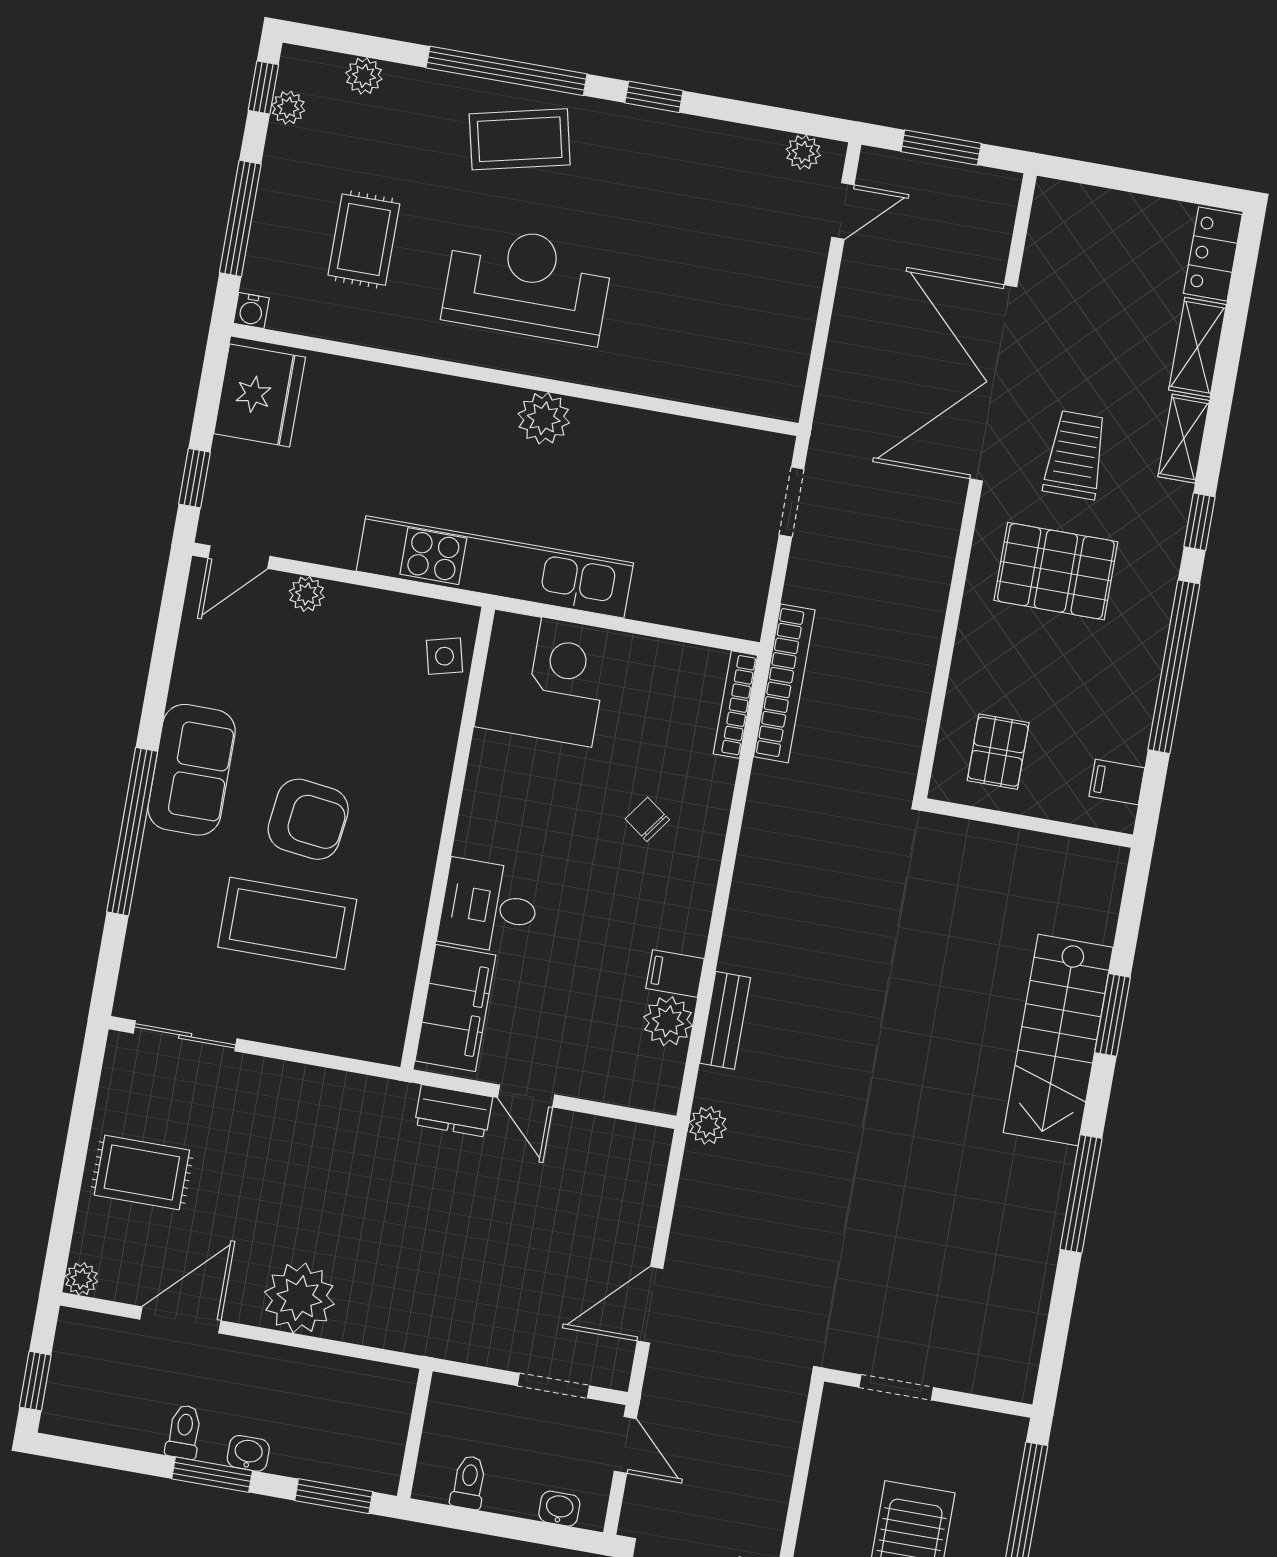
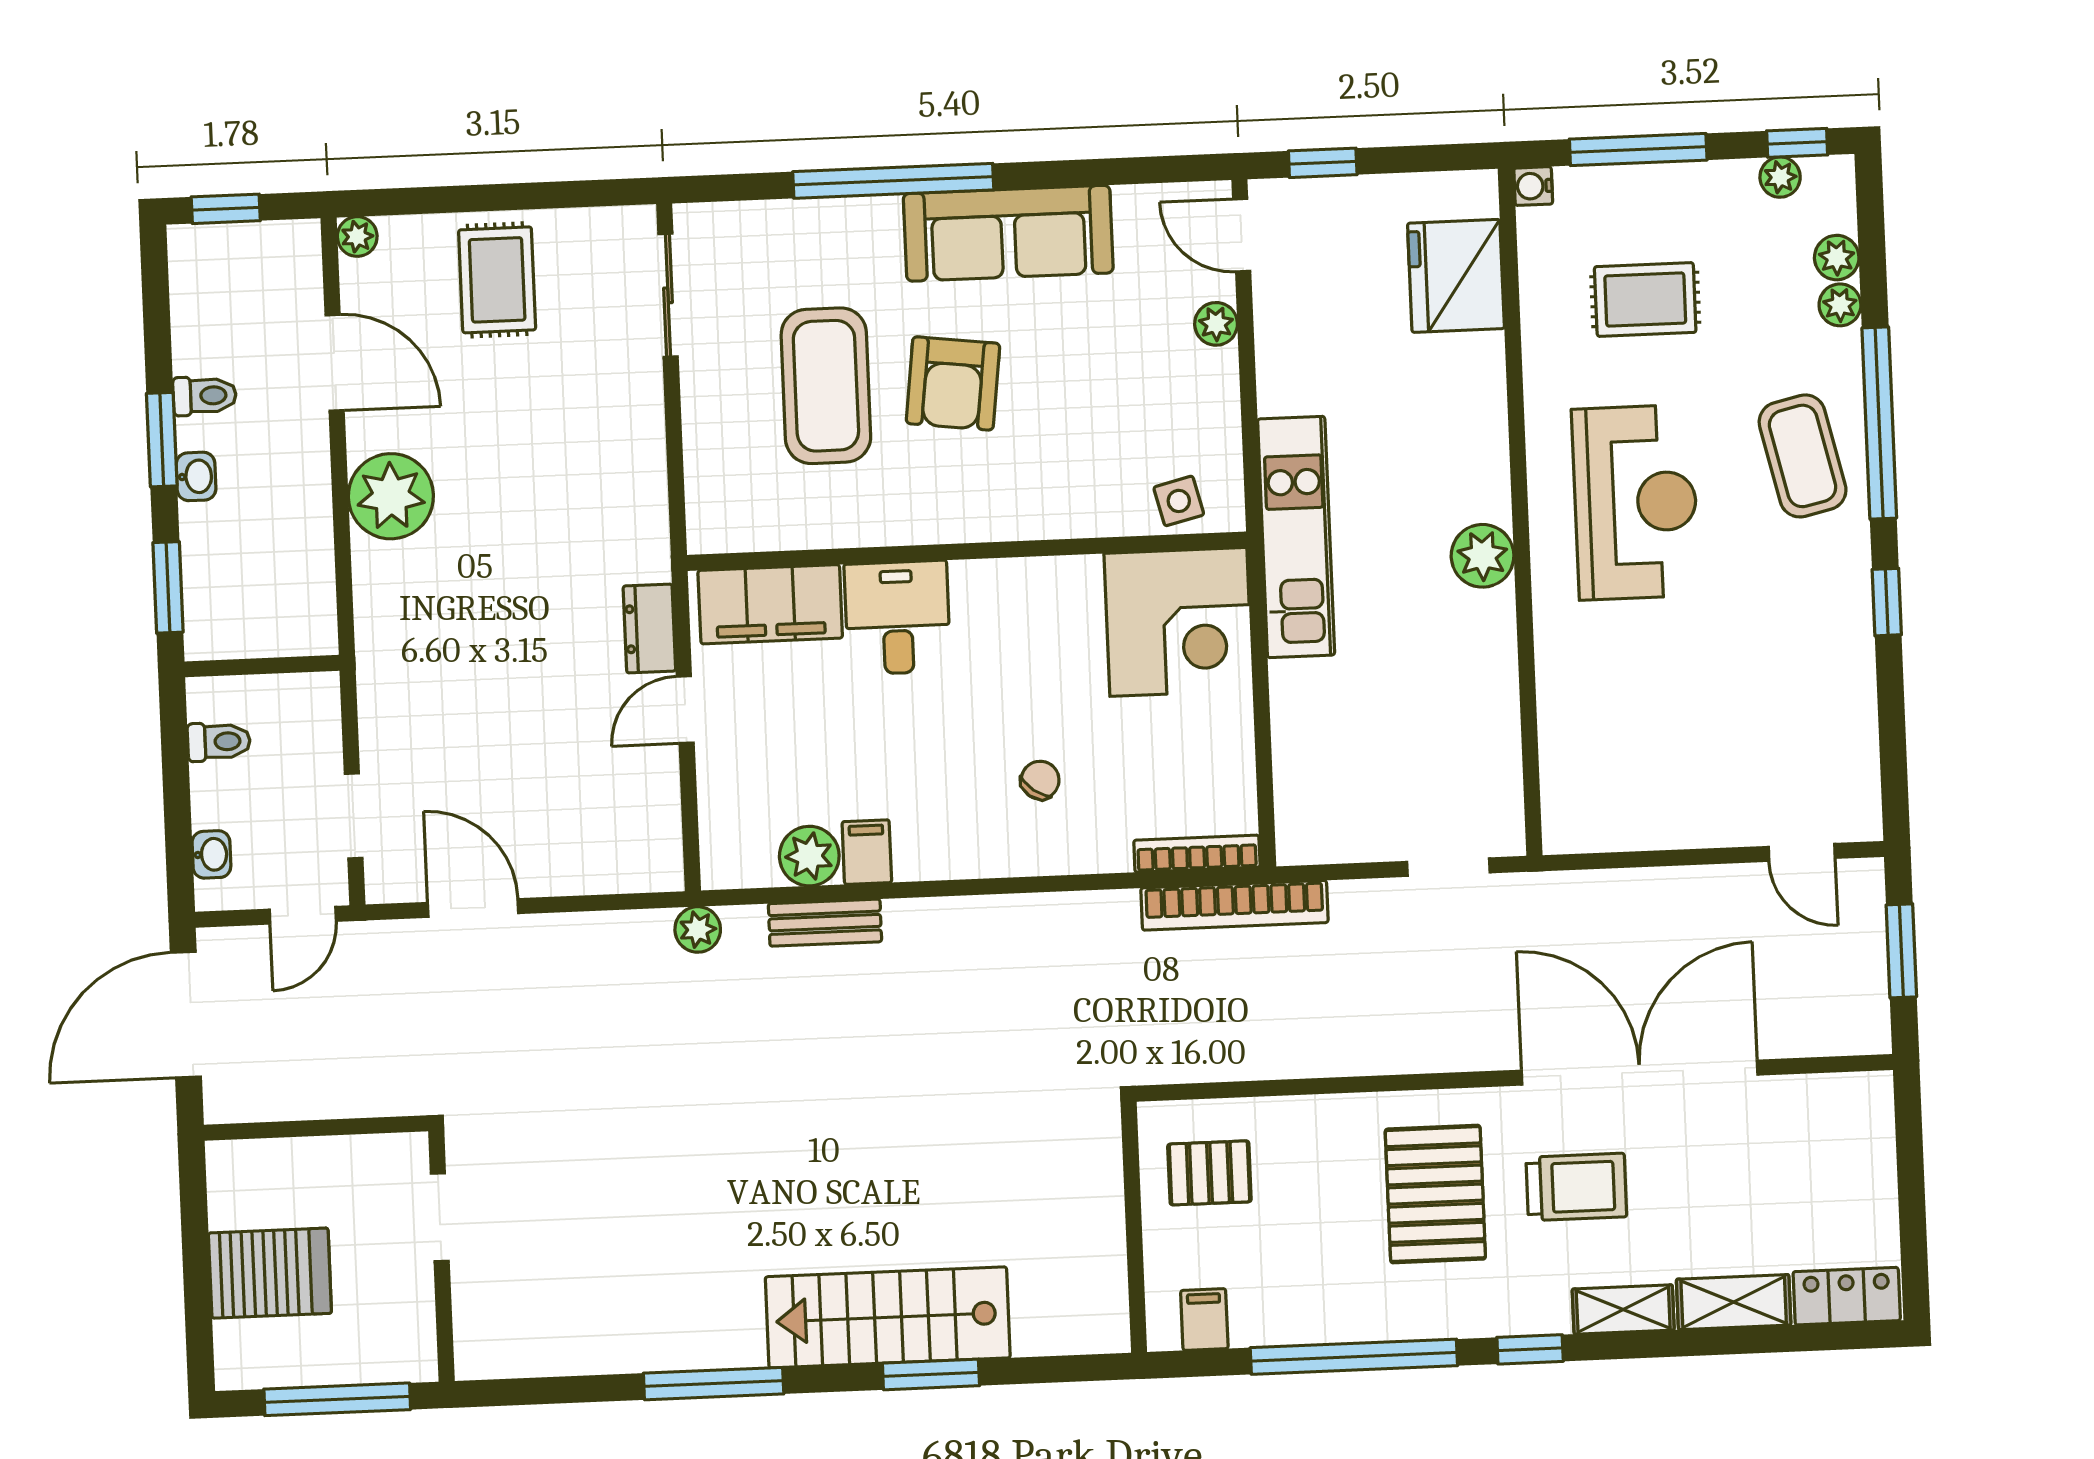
plant: (803, 152) -> (1840, 305), moved
fridge: (260, 395) -> (1456, 276), moved, turned 90
kitchen unit: (495, 567) -> (1296, 537), width x0.73
sofa: (192, 770) -> (1008, 233), width x1.36

